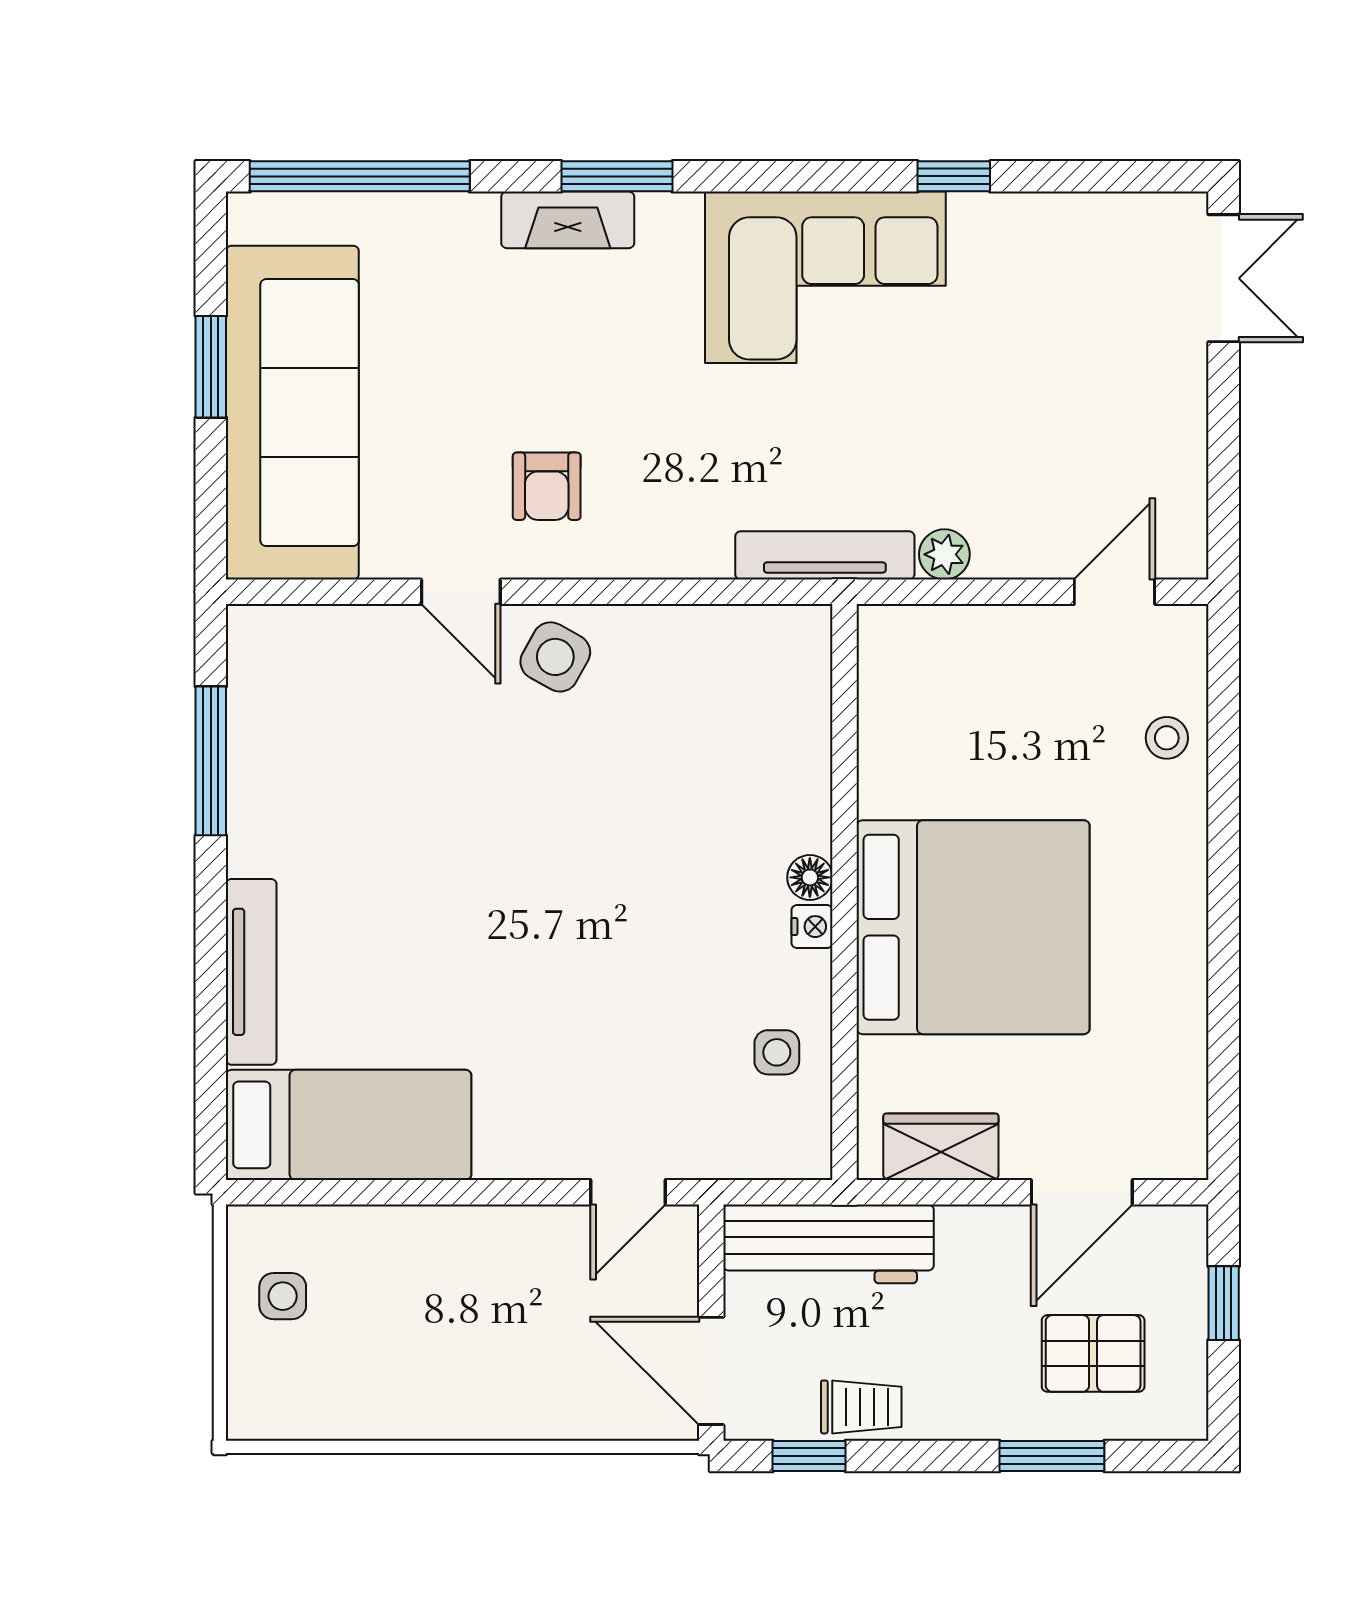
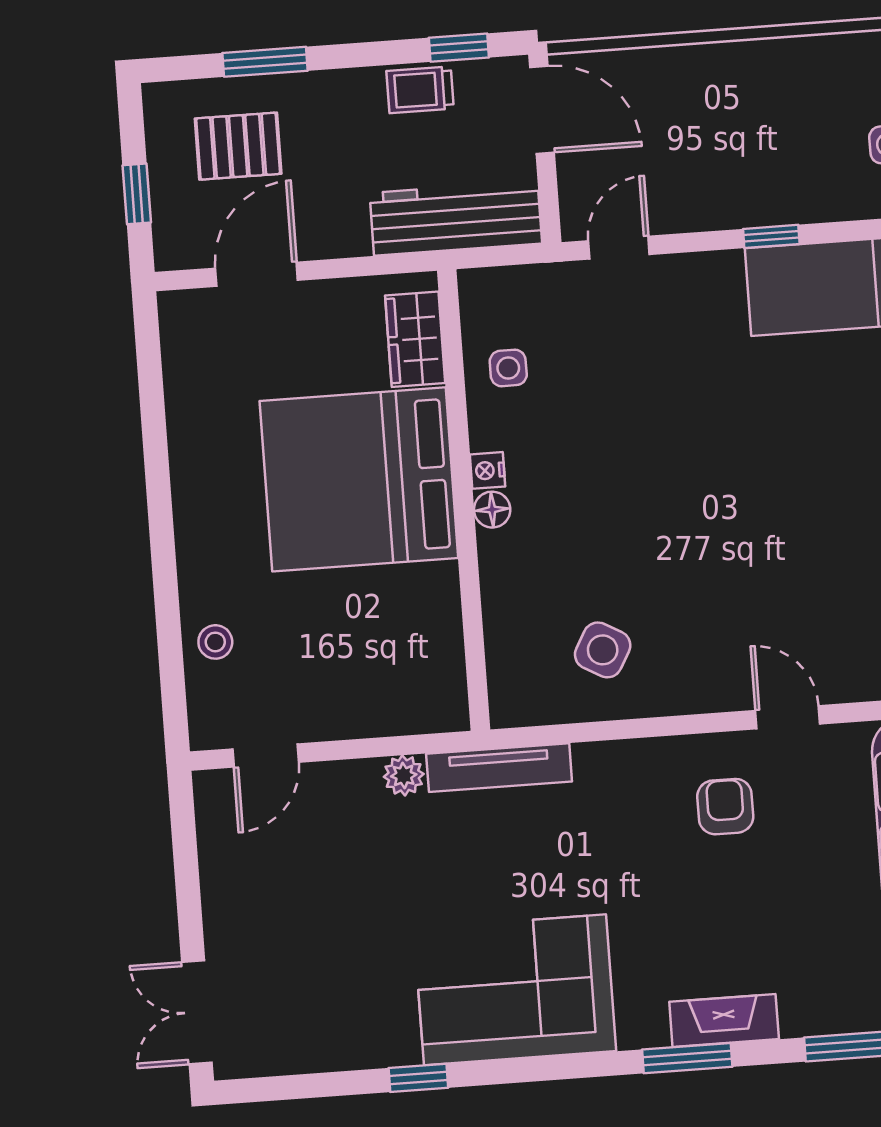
side table: (555, 657) -> (603, 650), moved
wardrobe: (941, 1147) -> (415, 339), moved, turned 90
window: (437, 1192) -> (771, 236), added

